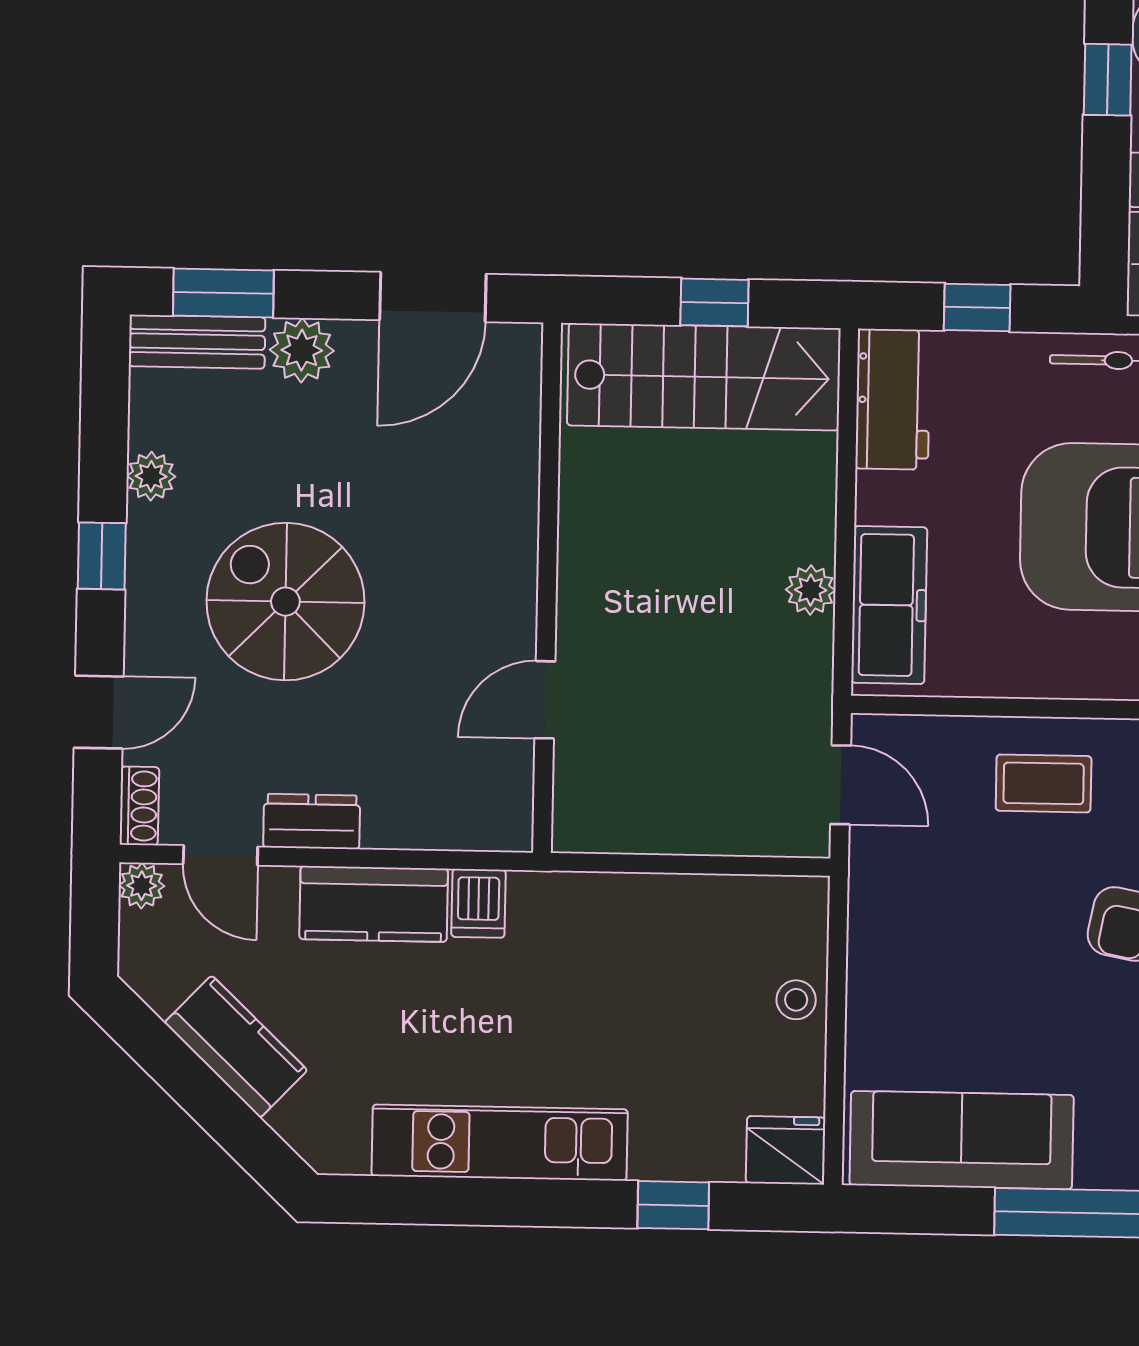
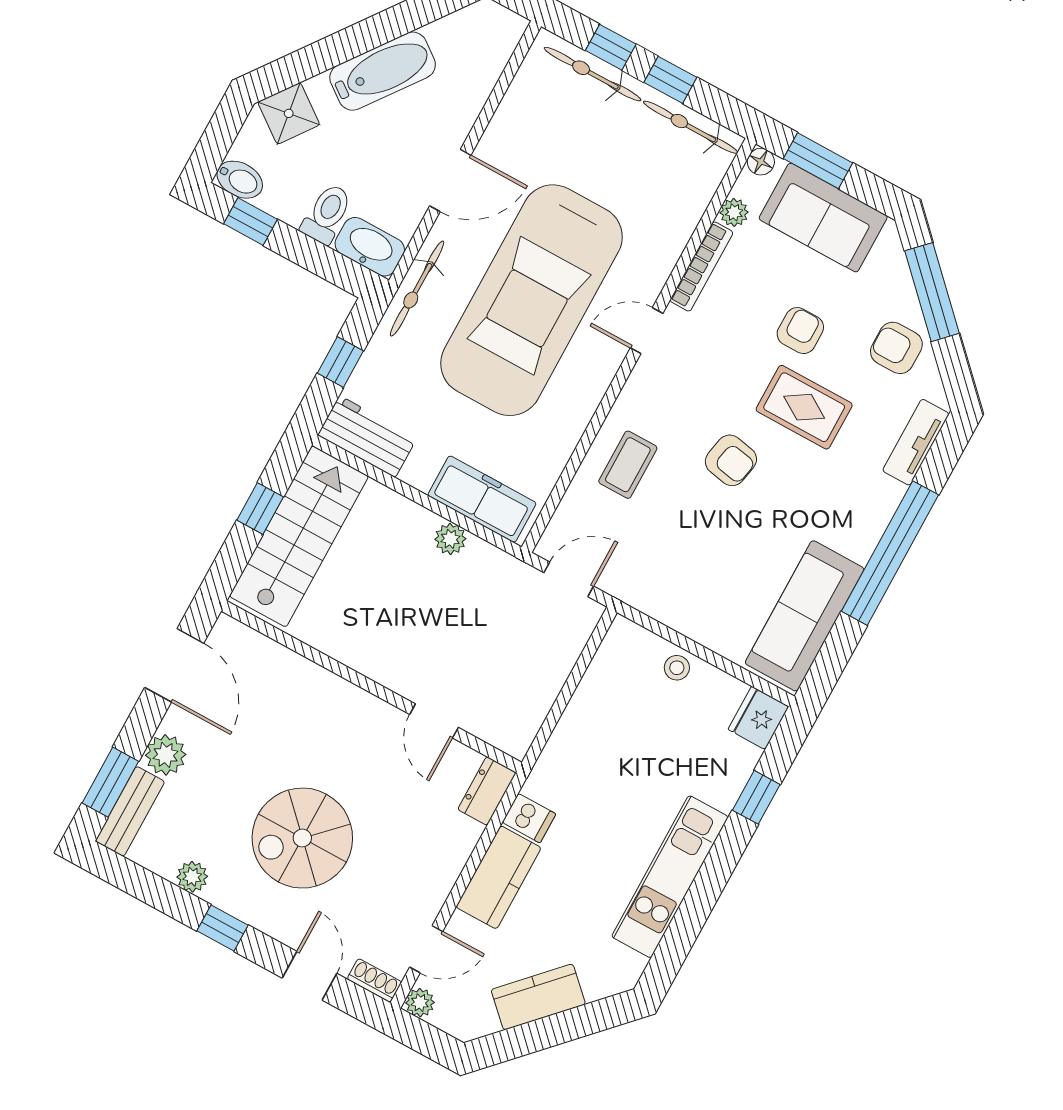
dresser: (312, 821) -> (487, 791), moved

